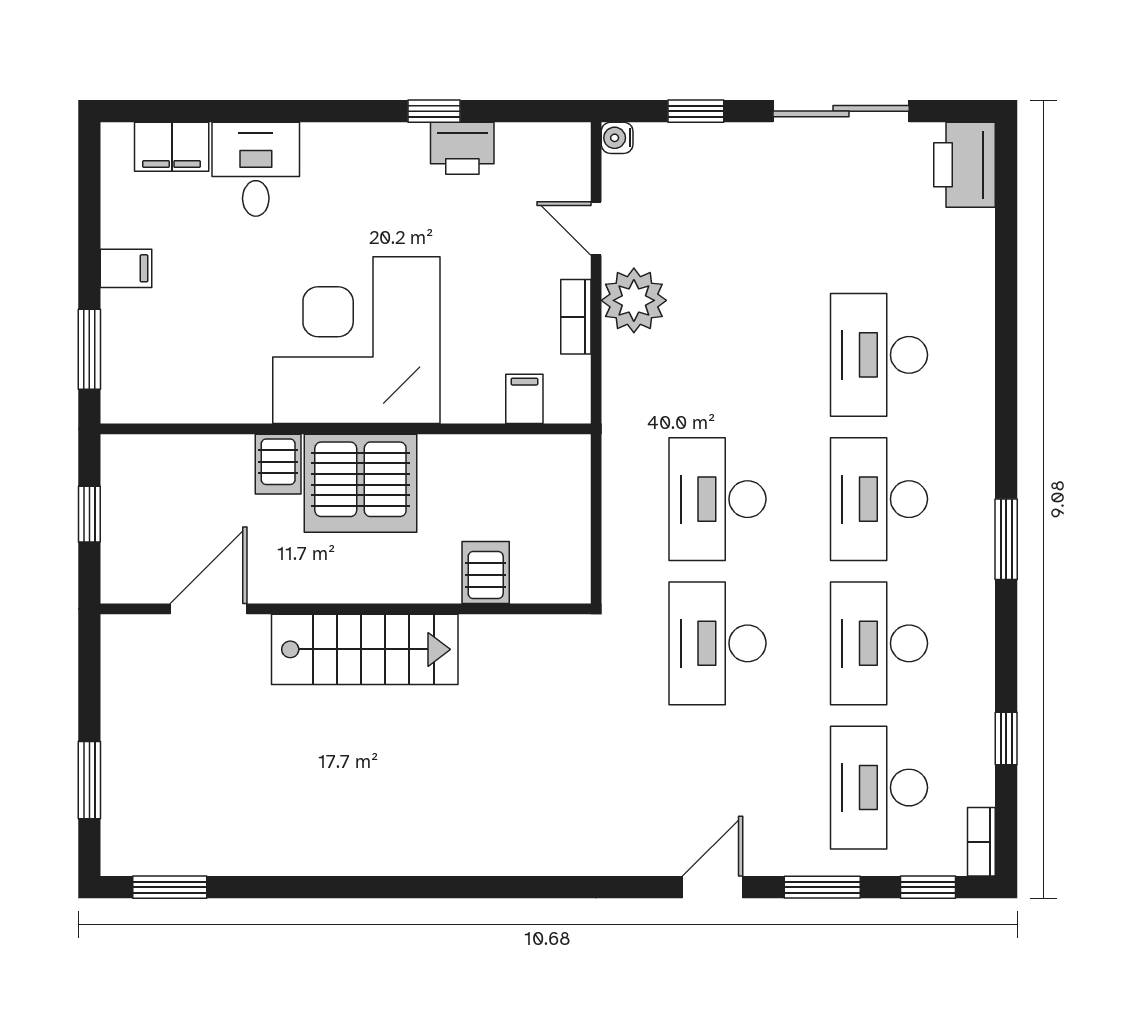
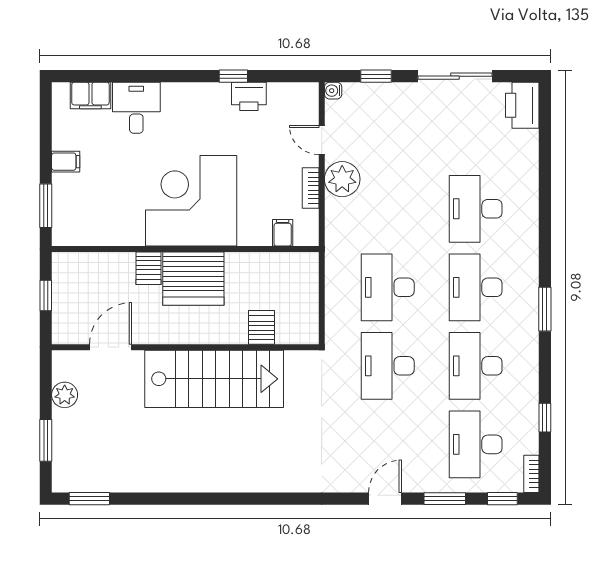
stairs: (365, 649) -> (214, 379), width x1.36, depth x1.51
plant: (124, 697) -> (65, 395), added

